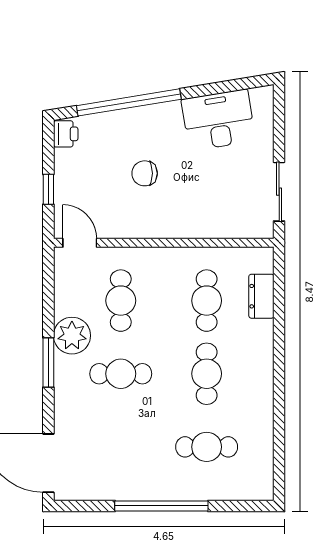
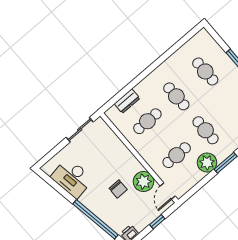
plant: (124, 219) -> (144, 182), added
cafe table: (207, 374) -> (176, 96), turned 90

